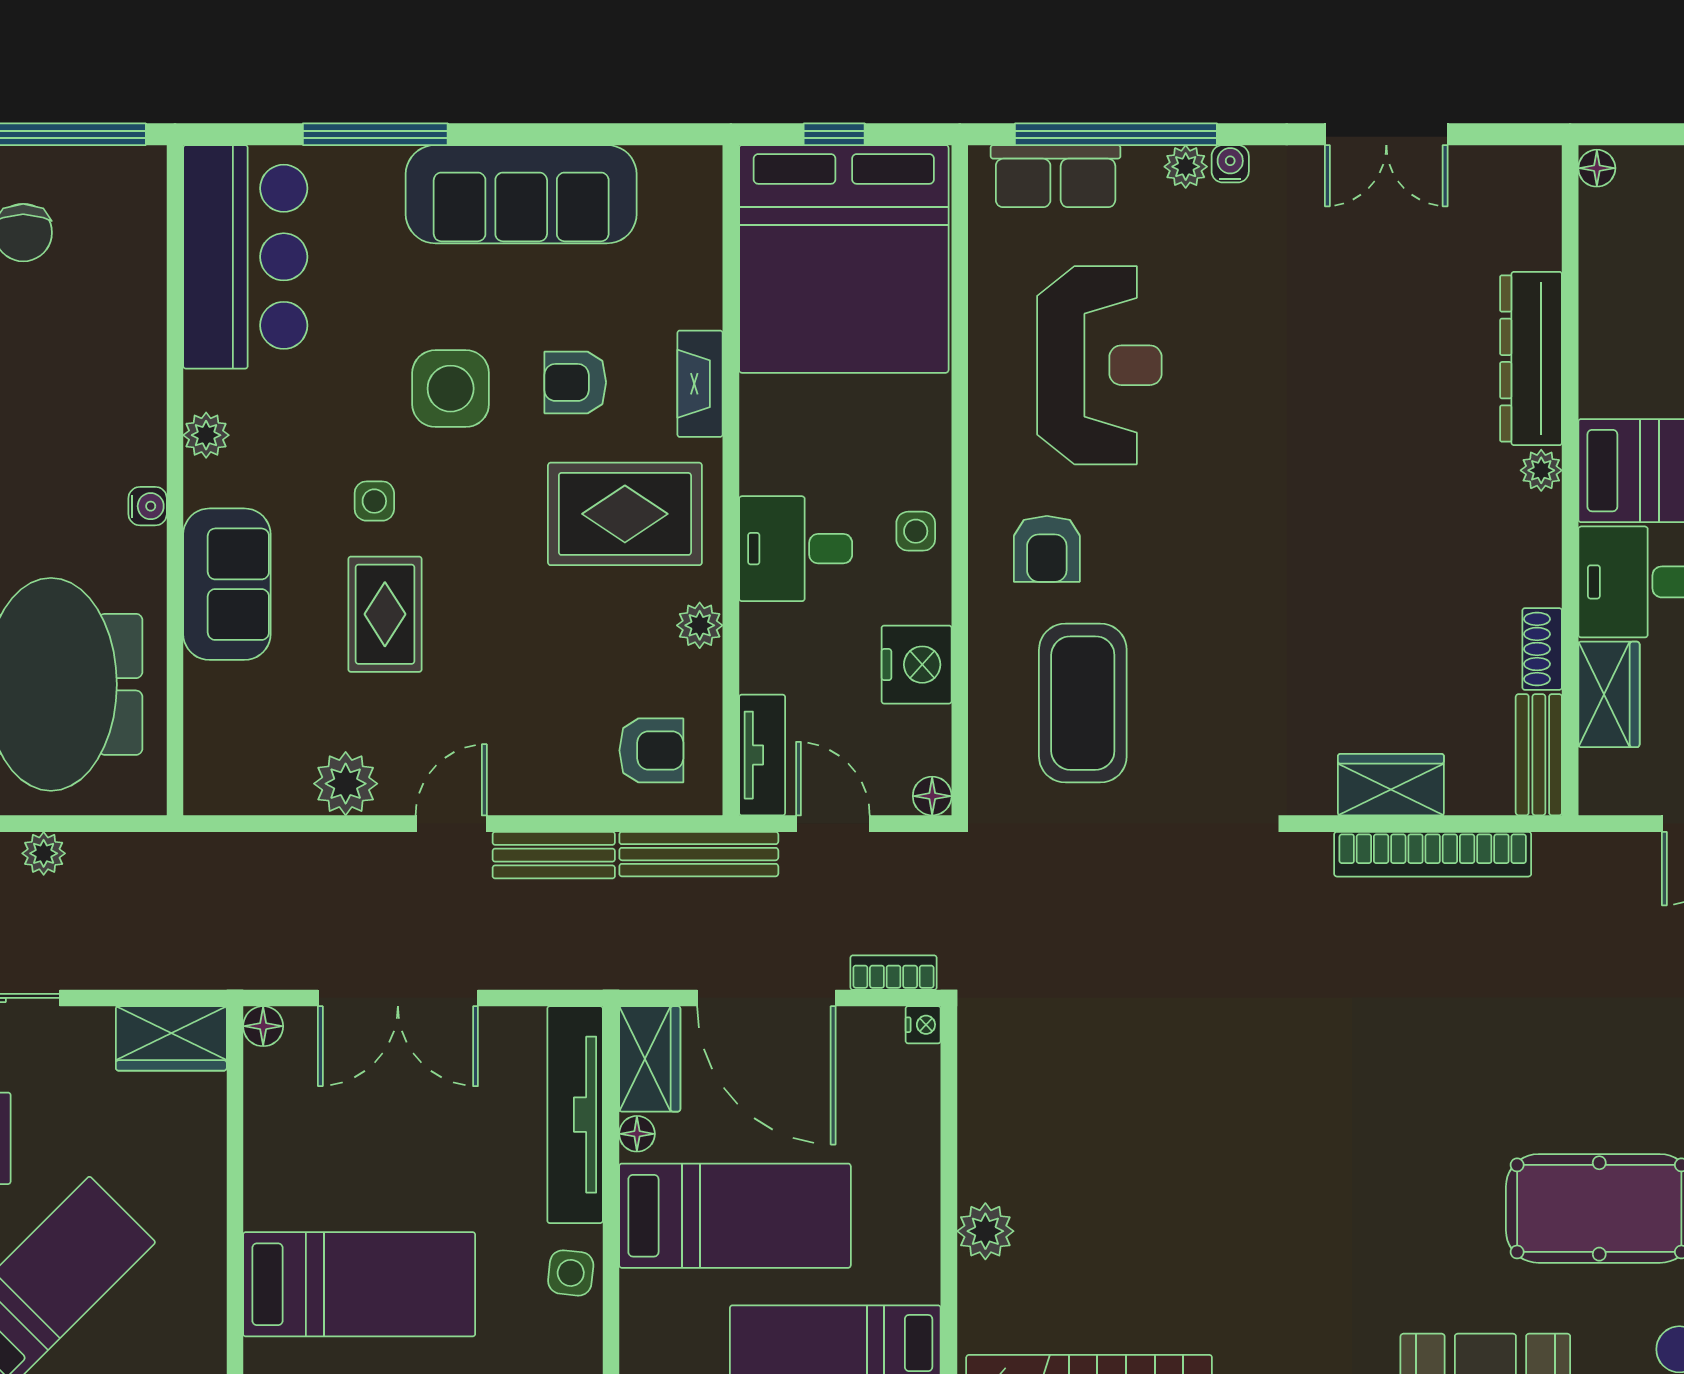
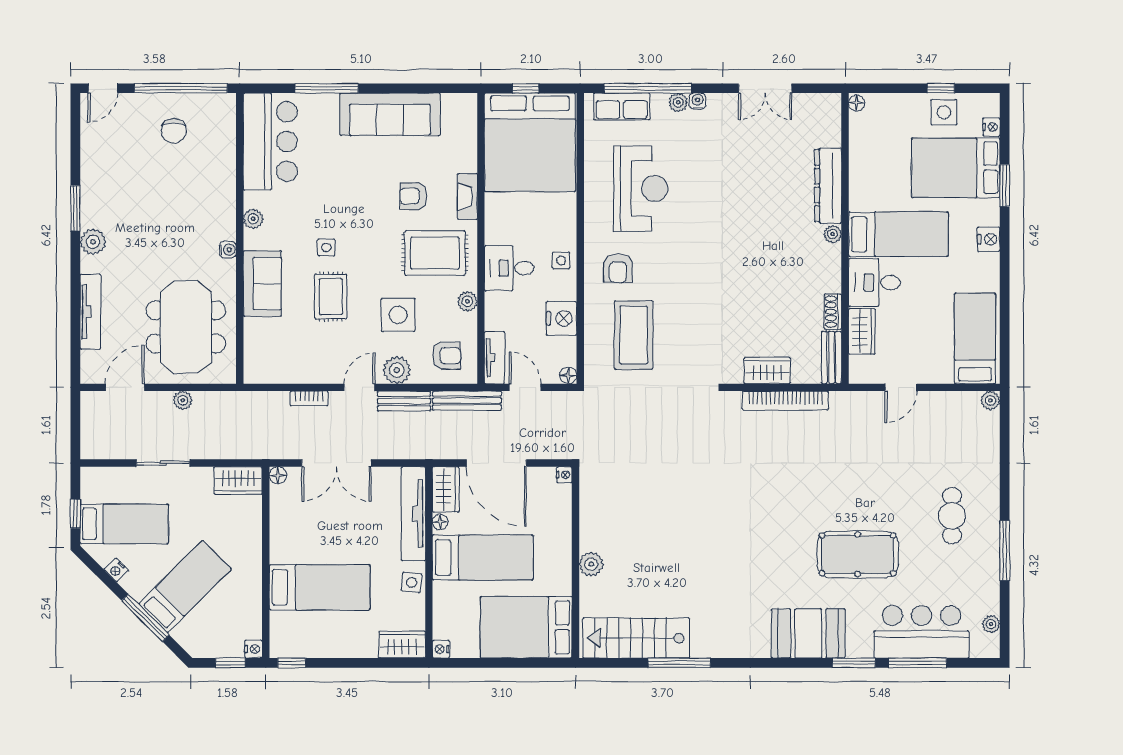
side table: (451, 389) -> (398, 315), moved
plant: (346, 784) -> (397, 370), moved
bookcase: (894, 973) -> (309, 398), moved, turned 180

